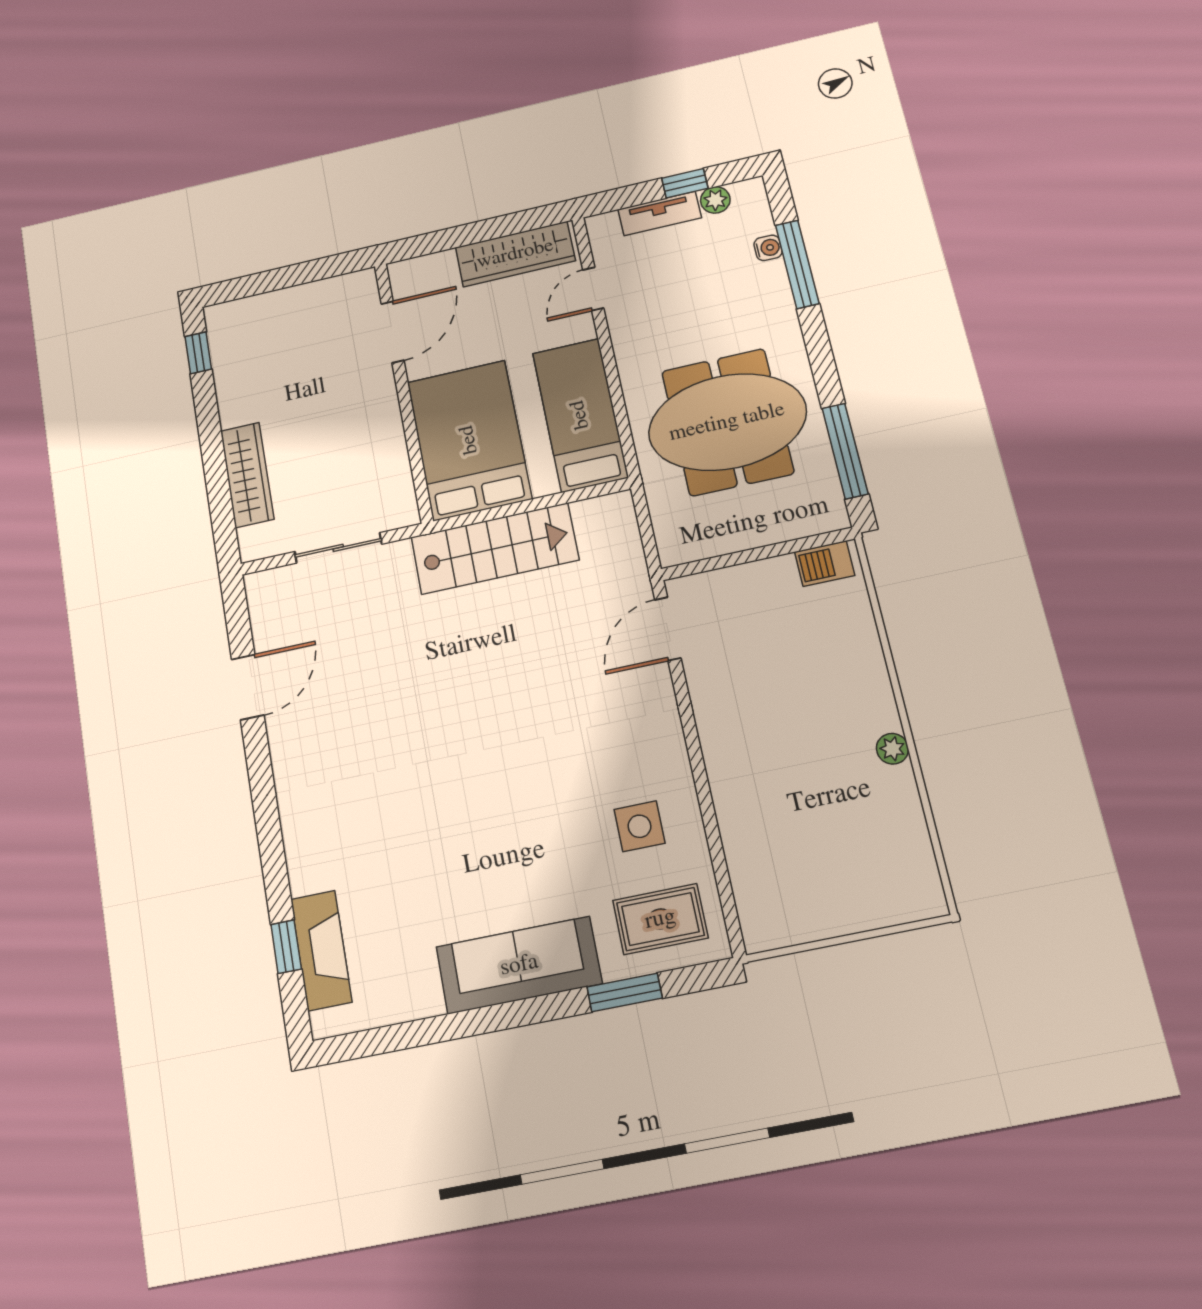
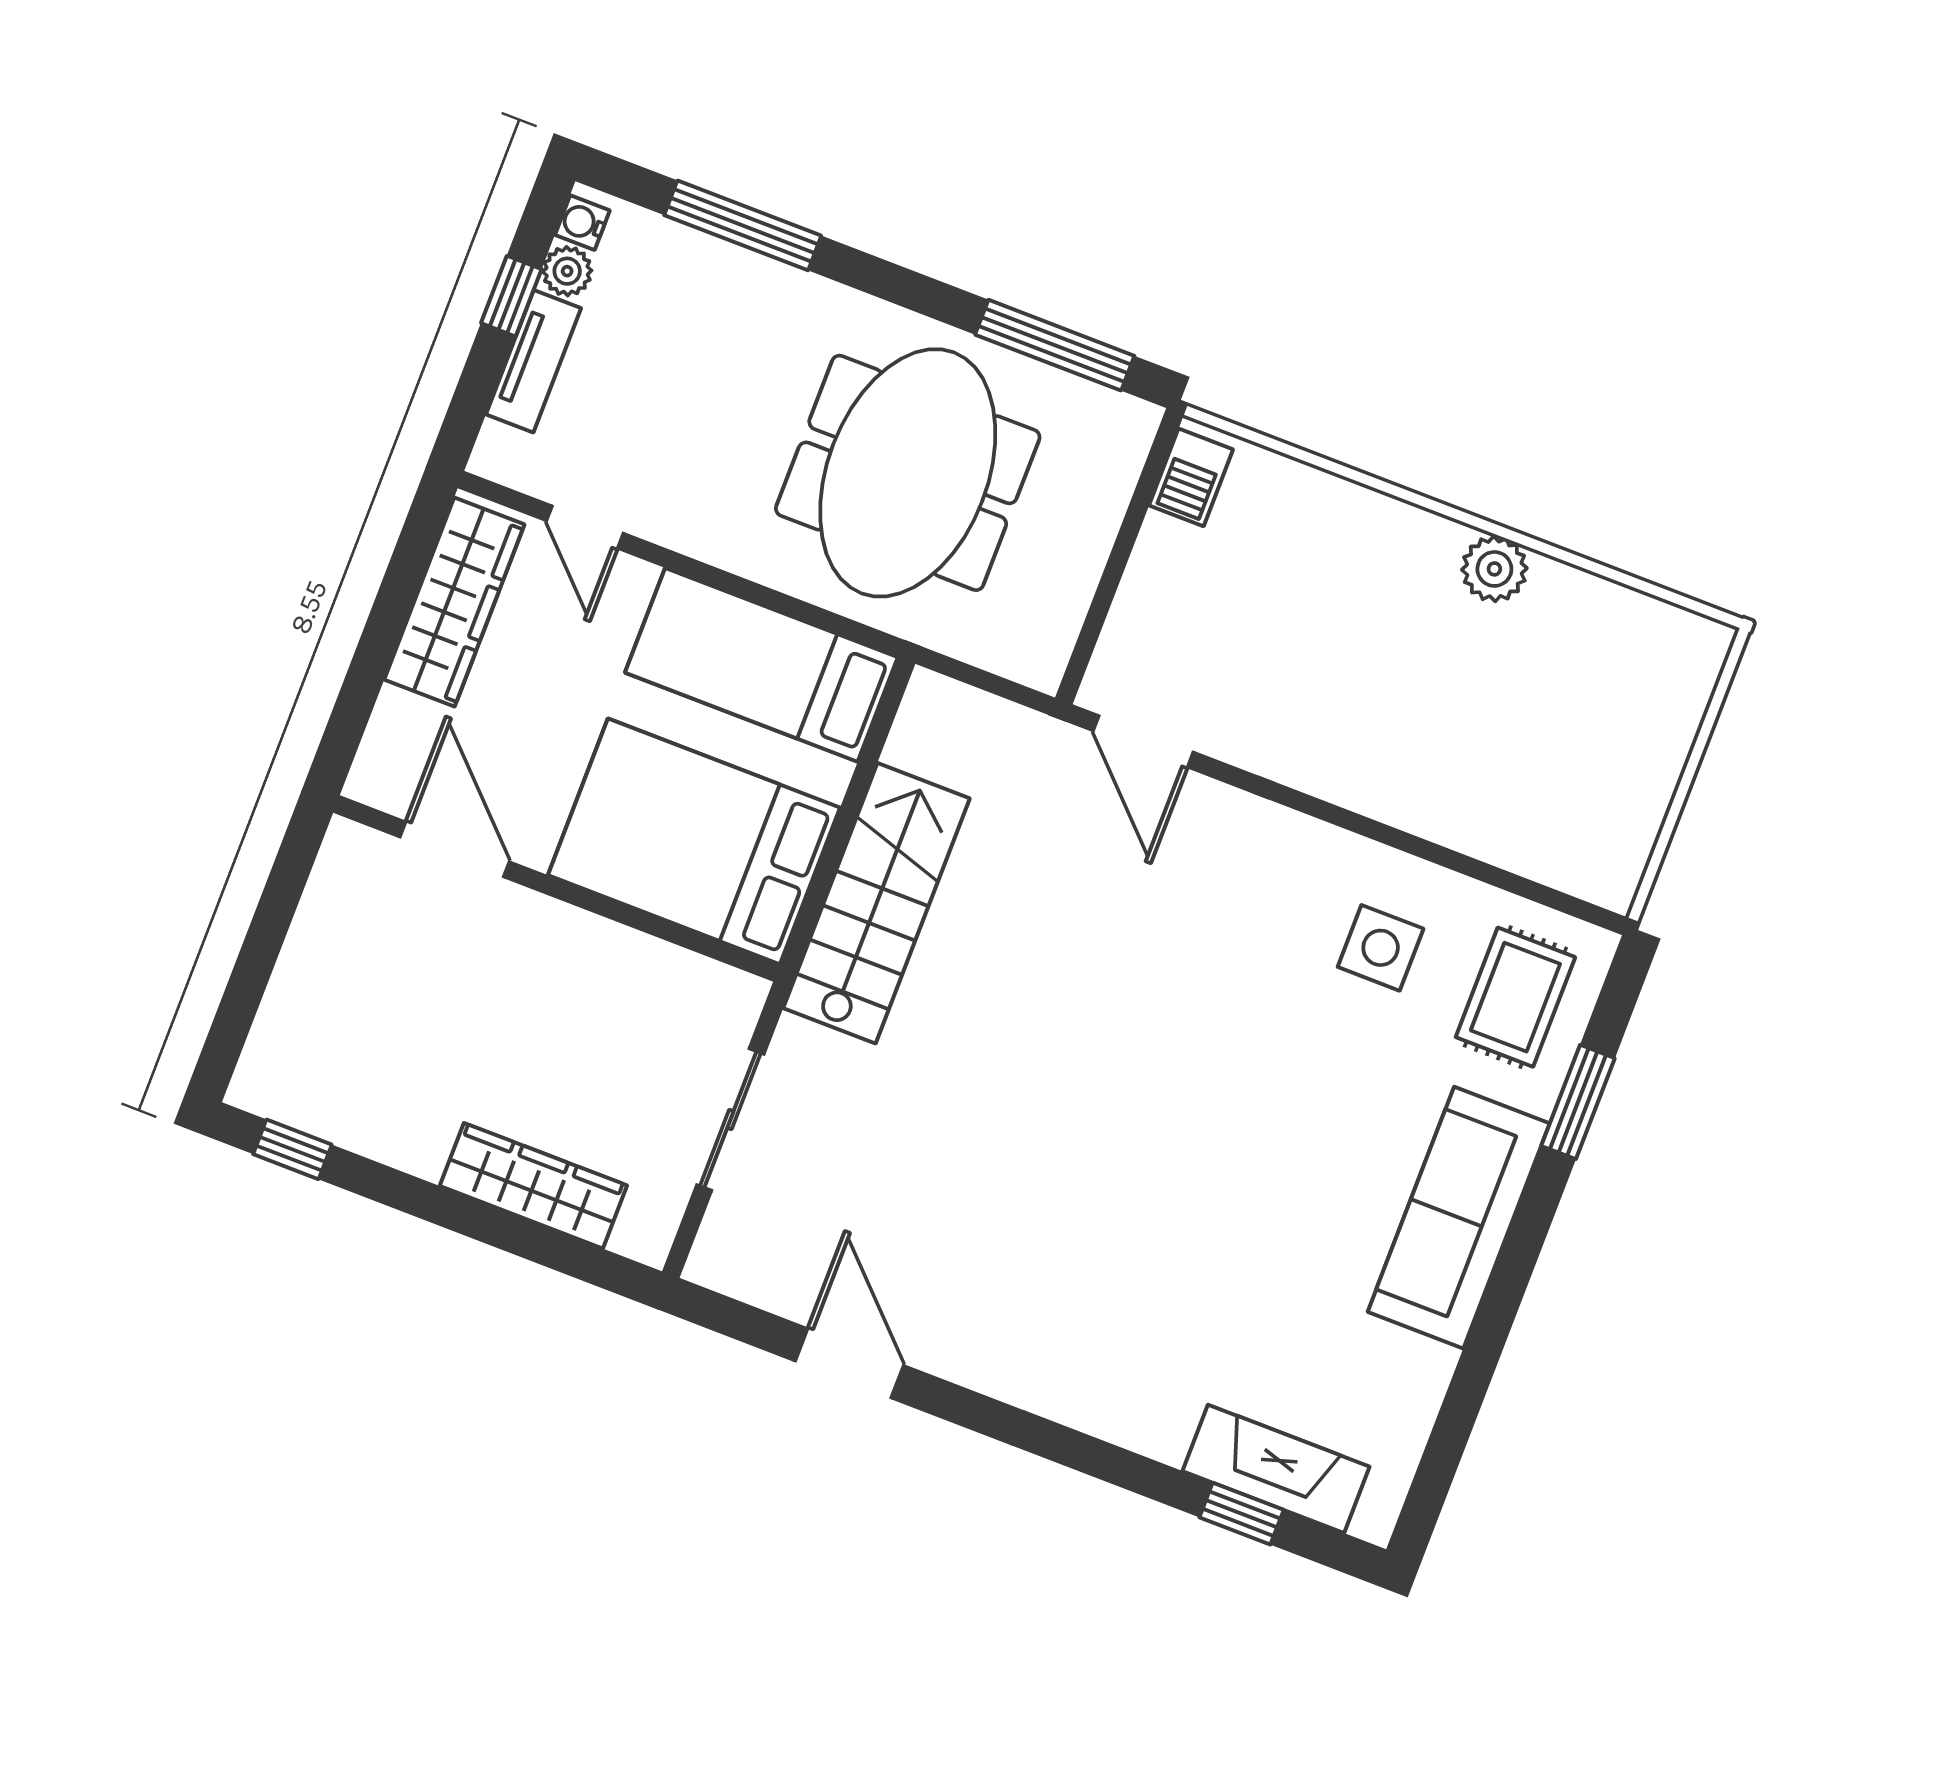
water cooler: (768, 248) -> (582, 223), moved, turned -90
plant: (892, 749) -> (1494, 569), width x1.38, depth x1.38

